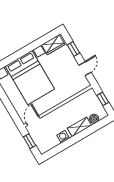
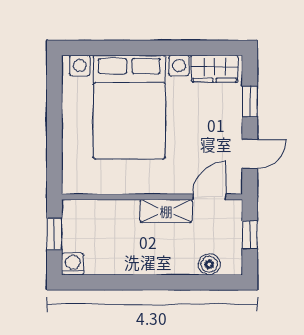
door: (33, 121) -> (209, 197), moved
shelving: (79, 127) -> (166, 211), moved
washing machine: (63, 137) -> (73, 264), moved

